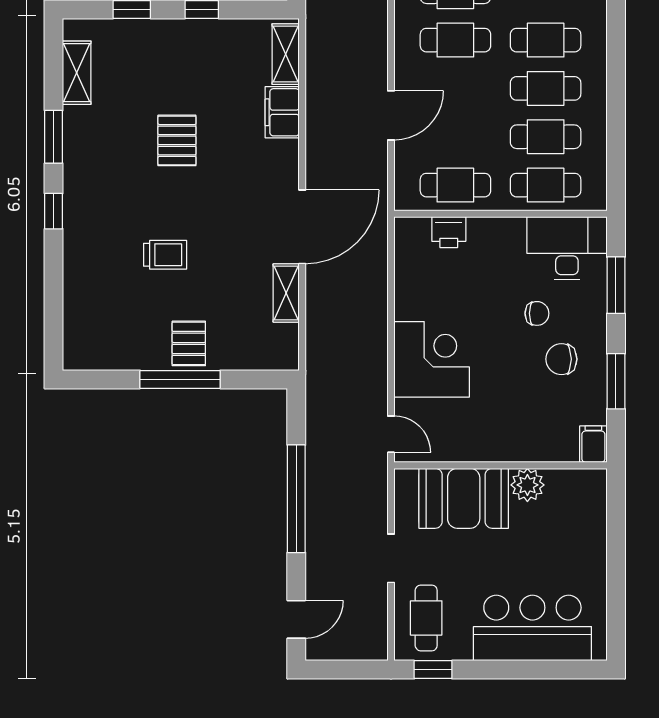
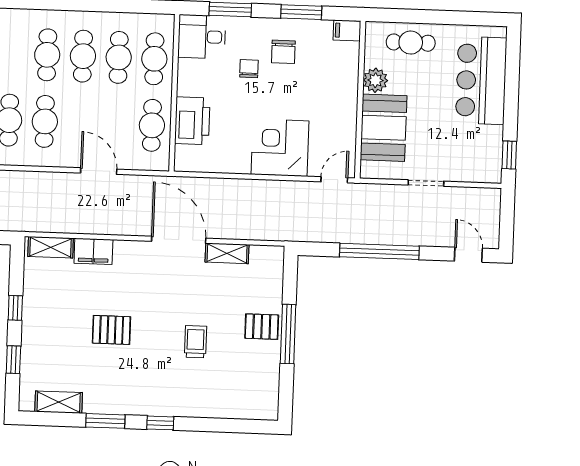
printer: (449, 232) -> (192, 121), width x1.87, depth x1.48
desk: (567, 248) -> (202, 37), width x0.73
cafe table: (426, 618) -> (411, 43), moved

